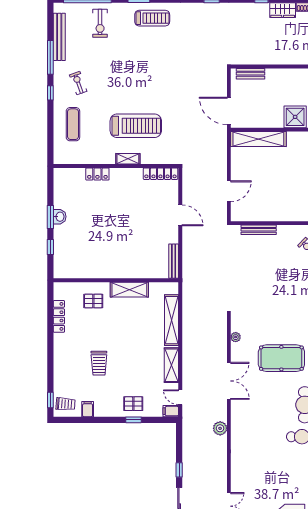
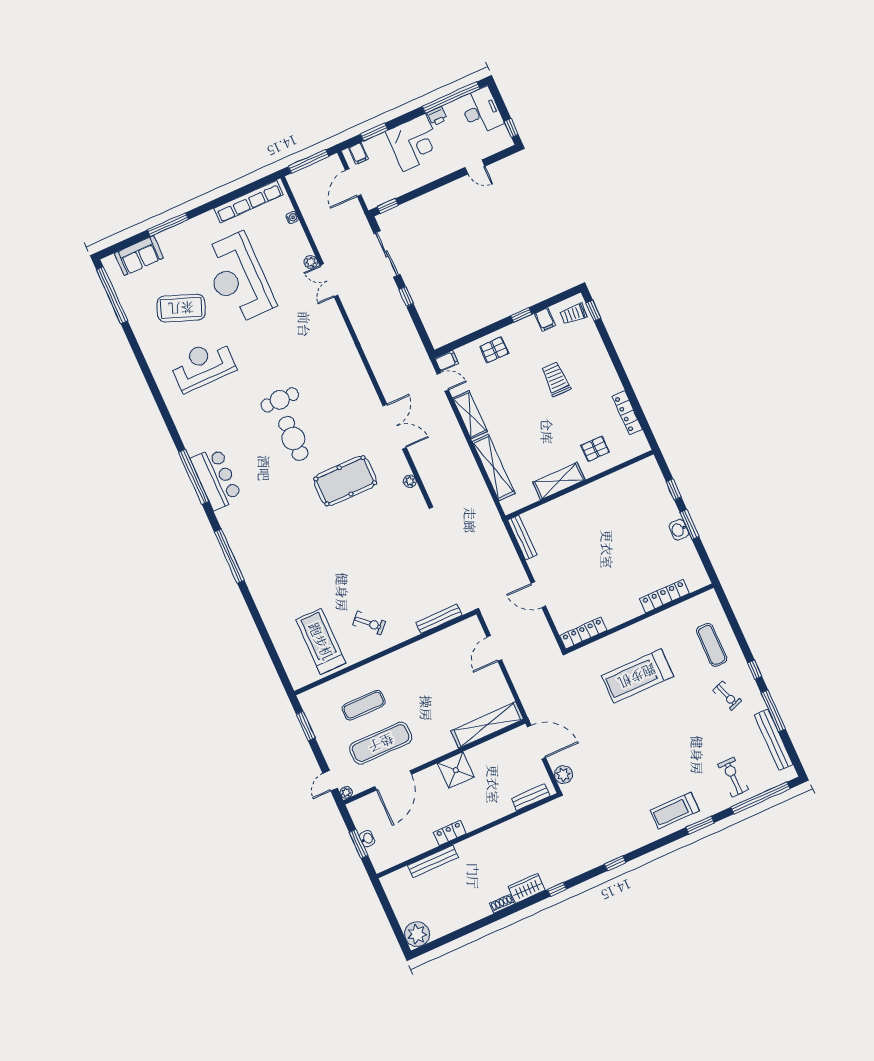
shelving: (128, 159) -> (629, 633), removed
locker: (97, 174) -> (664, 596), width x1.53
double door: (229, 381) -> (395, 427), swing flipped
window: (134, 420) -> (521, 315), moved
plant: (220, 428) -> (563, 775), moved

